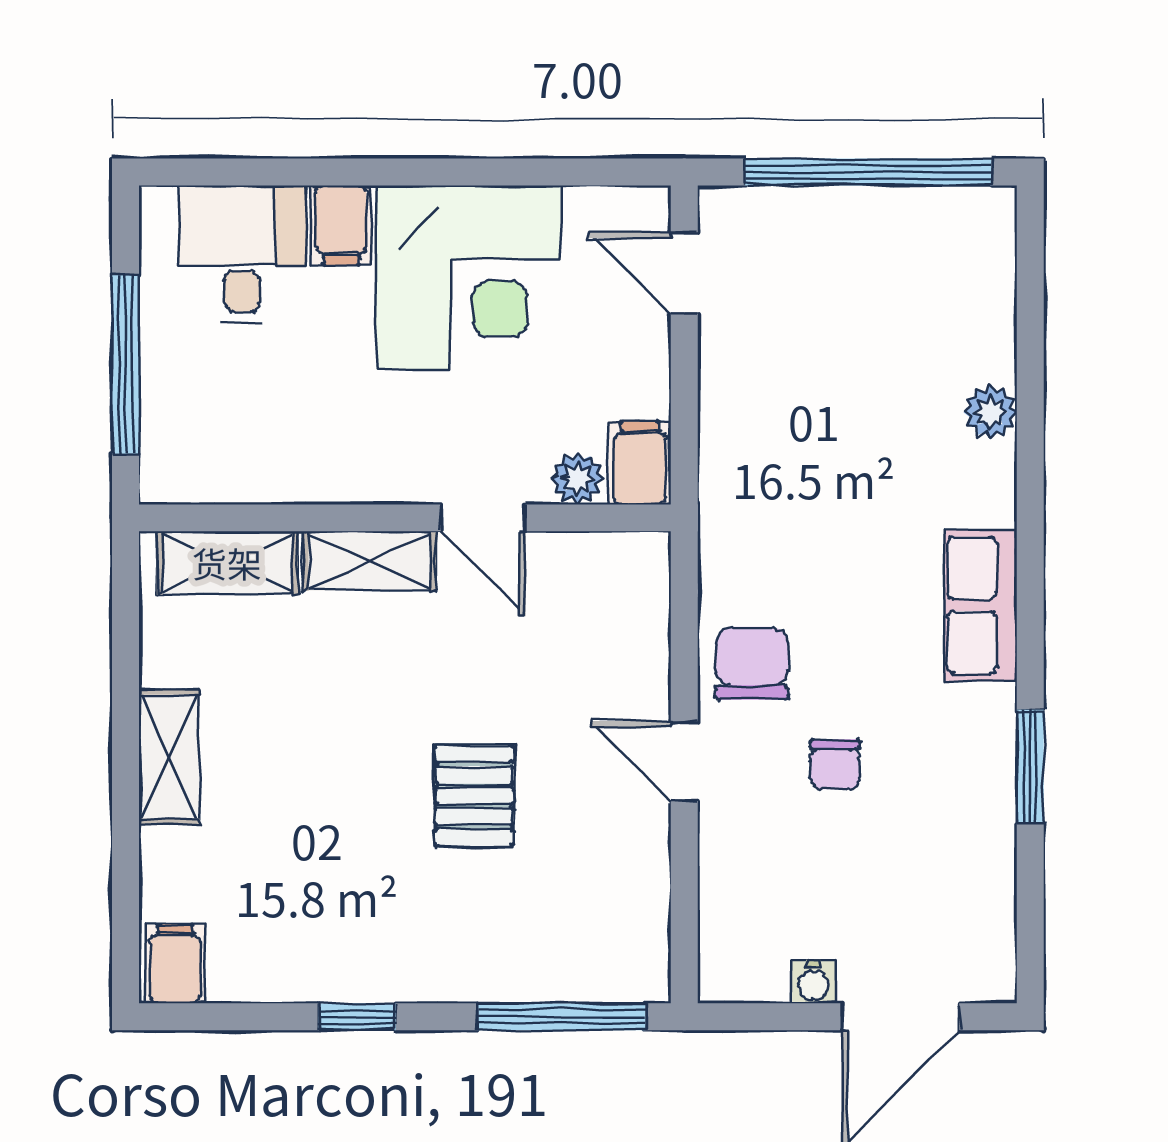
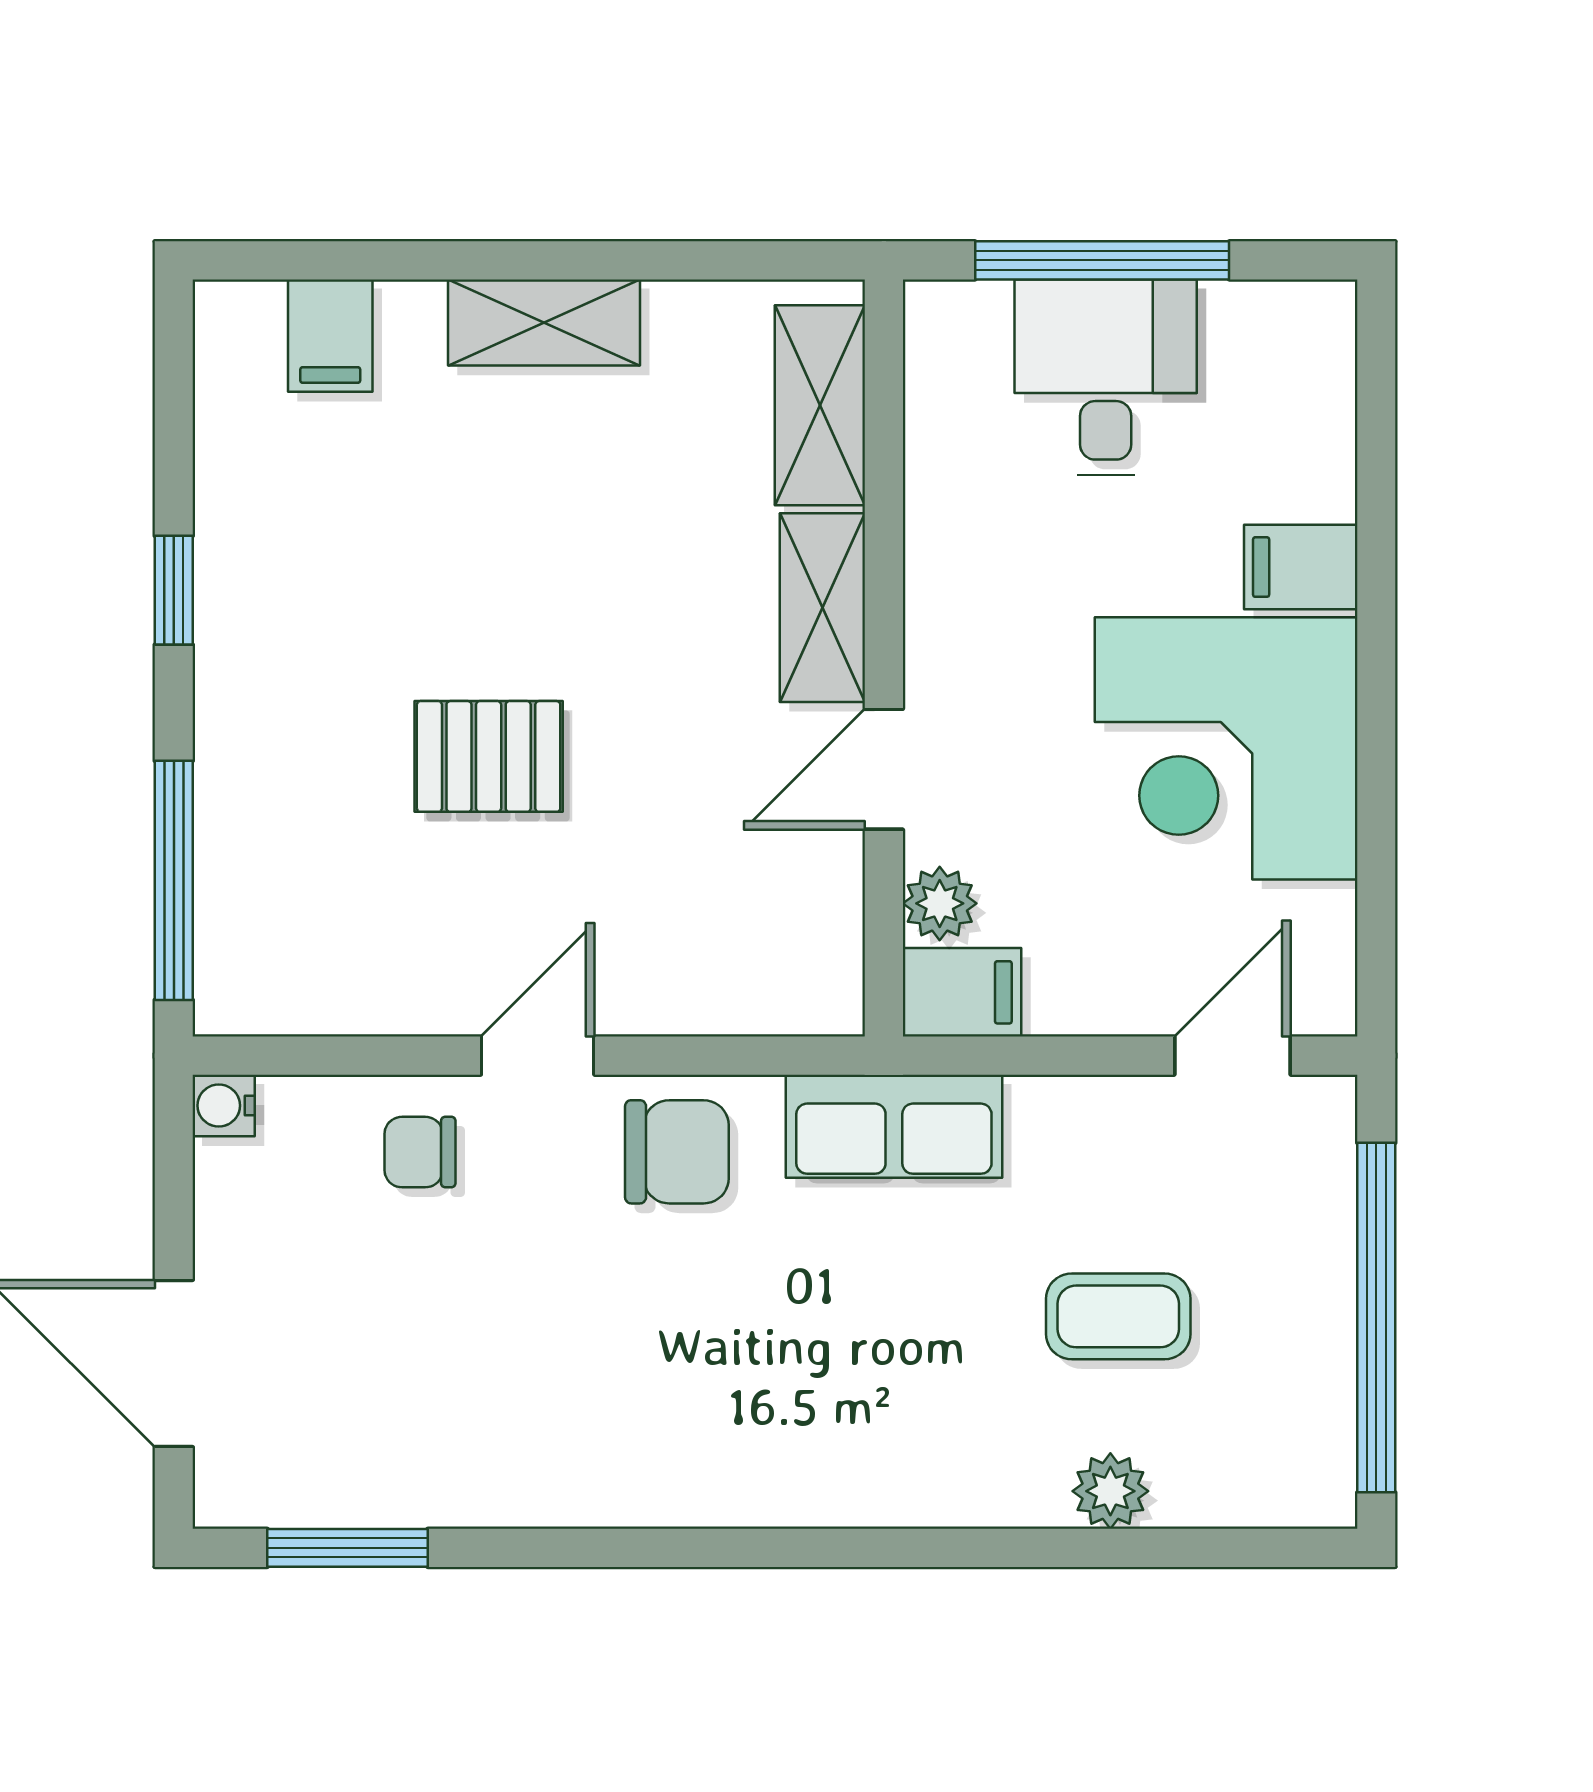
desk: (242, 254) -> (1106, 377), moved, turned -90
coffee table: (868, 353) -> (1118, 1316), added
plant: (990, 412) -> (1110, 1491), moved
row of seats: (981, 605) -> (894, 1126), moved, turned 180
chair: (835, 764) -> (420, 1152), moved
window: (1030, 766) -> (348, 1548), moved
filing cabinet: (175, 964) -> (330, 336), moved, turned 90
water cooler: (813, 982) -> (224, 1106), moved

